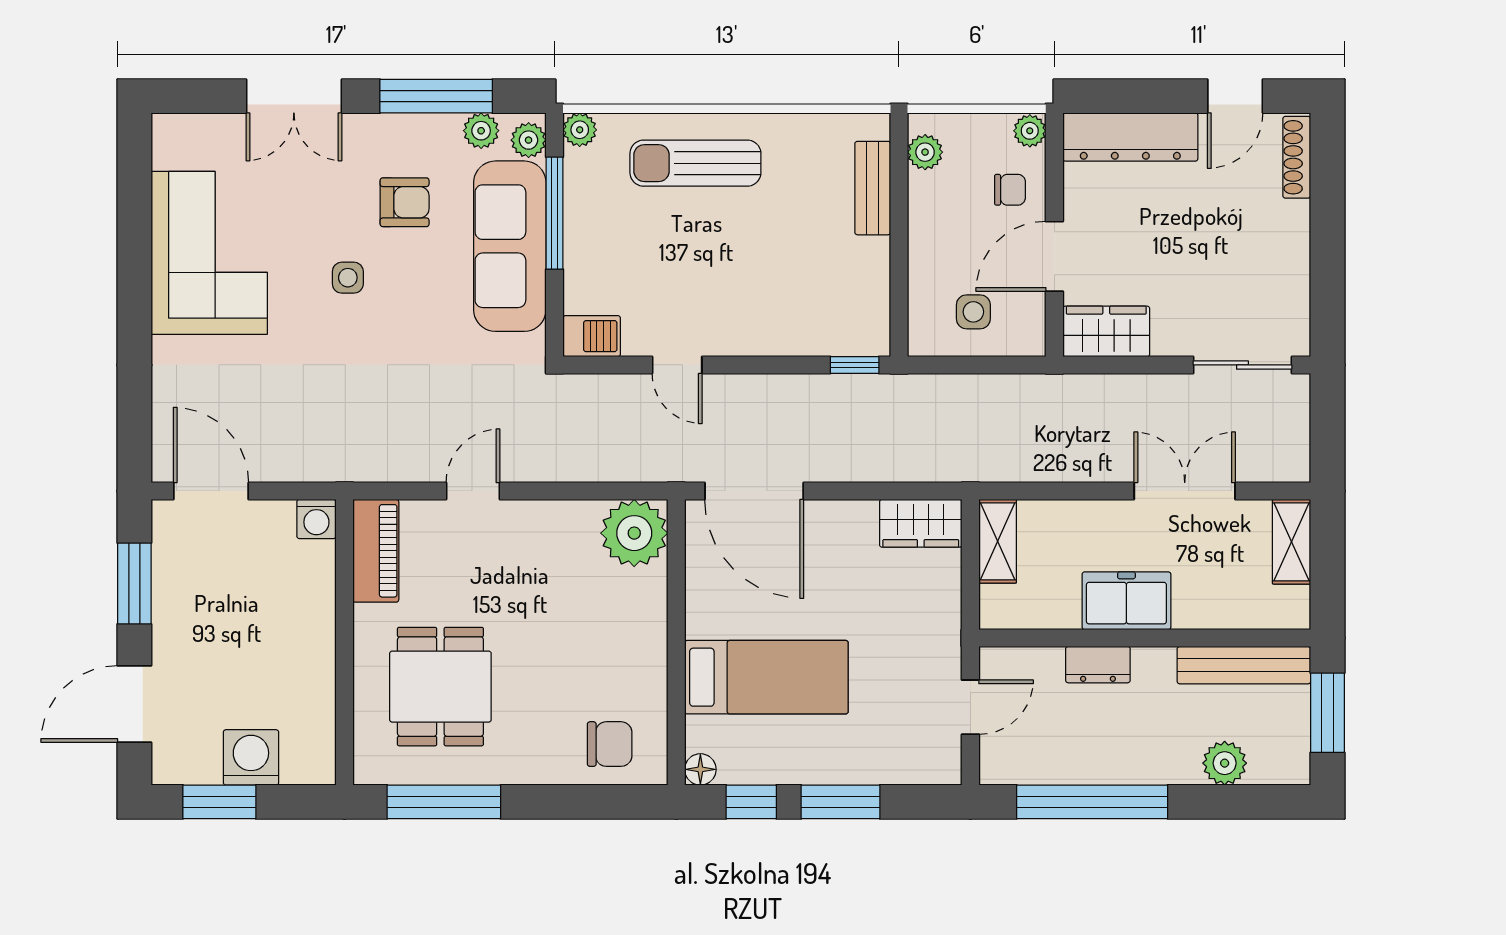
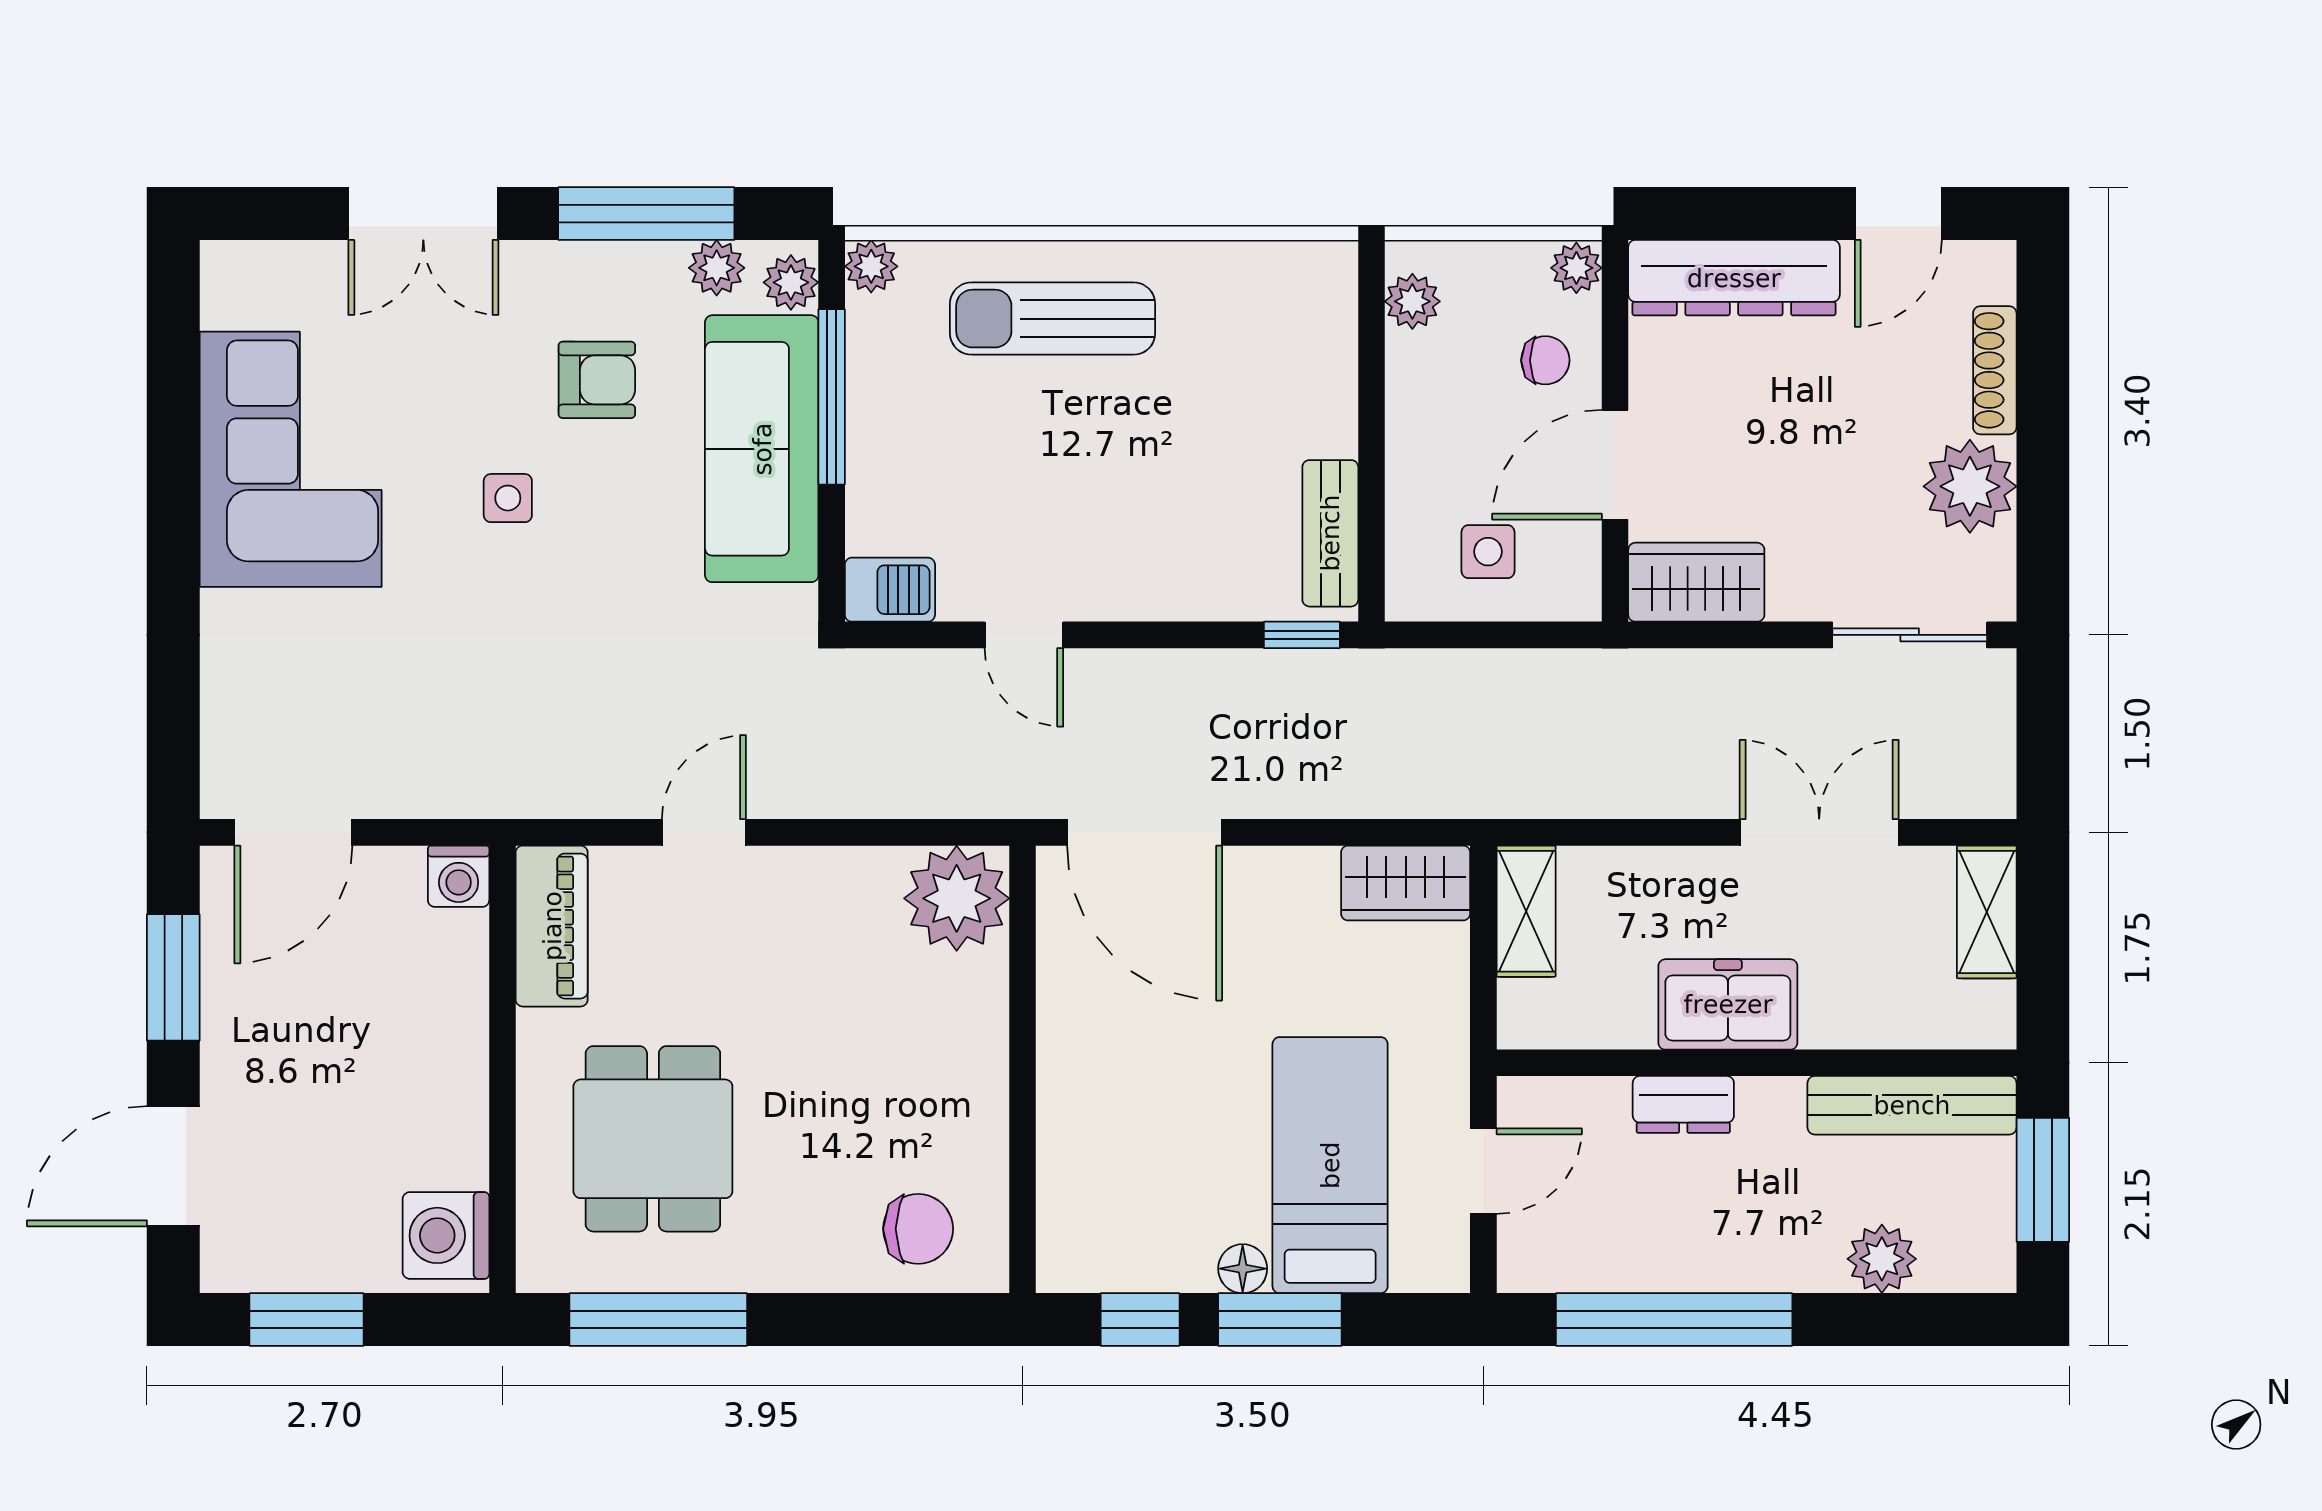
shoe rack: (1297, 157) -> (1995, 370), moved
bench: (873, 188) -> (1330, 533), moved
plant: (1281, 270) -> (1970, 486), added
door: (211, 491) -> (293, 832), swing flipped
bed: (766, 677) -> (1330, 1165), moved, turned -90
washing machine: (251, 757) -> (446, 1235), moved, turned -90
floor lamp: (700, 769) -> (1243, 1269), moved

